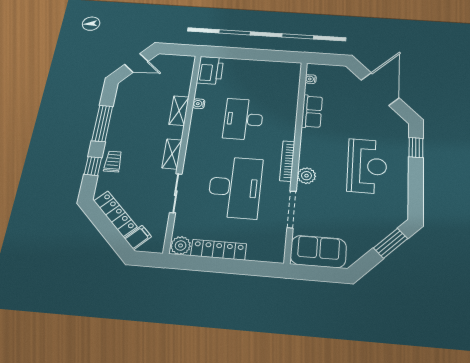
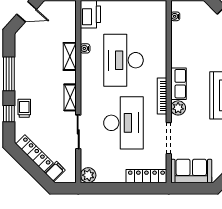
row of seats: (312, 112) -> (178, 84), moved
desk: (243, 119) -> (123, 60), width x1.36, depth x1.30
locker: (219, 250) -> (146, 176), moved

